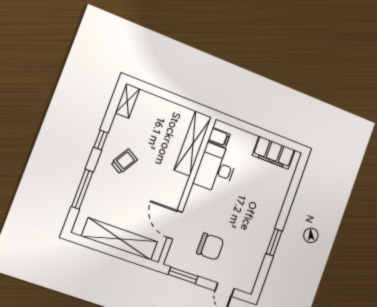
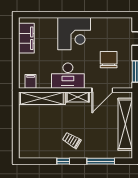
shelving: (127, 101) -> (78, 97), moved
desk: (216, 168) -> (68, 76), moved
corner desk: (258, 215) -> (74, 34), added
window: (274, 242) -> (90, 15), removed

